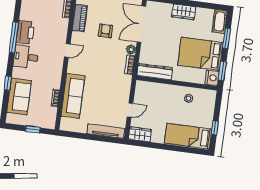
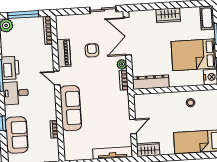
piano: (80, 18) -> (64, 53), moved
door: (67, 50) -> (57, 78), swing flipped
sofa: (73, 96) -> (71, 108), moved

